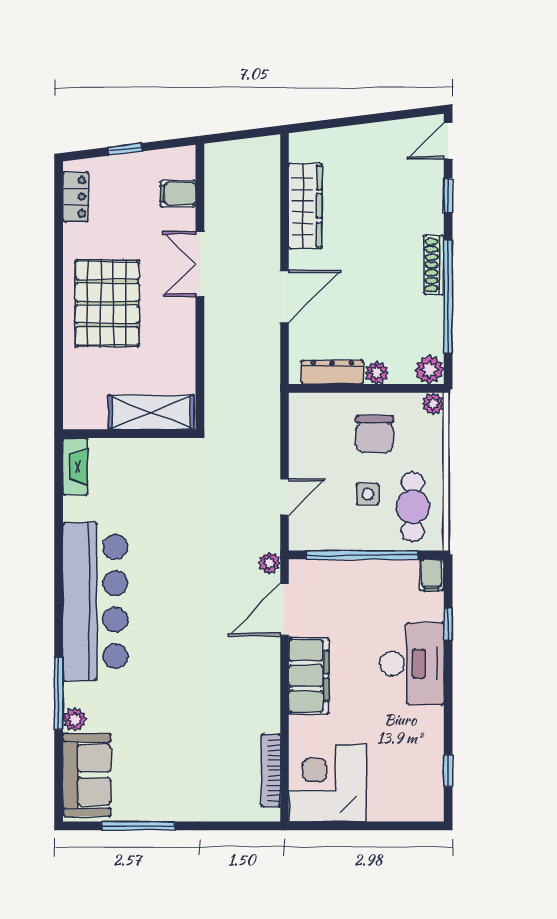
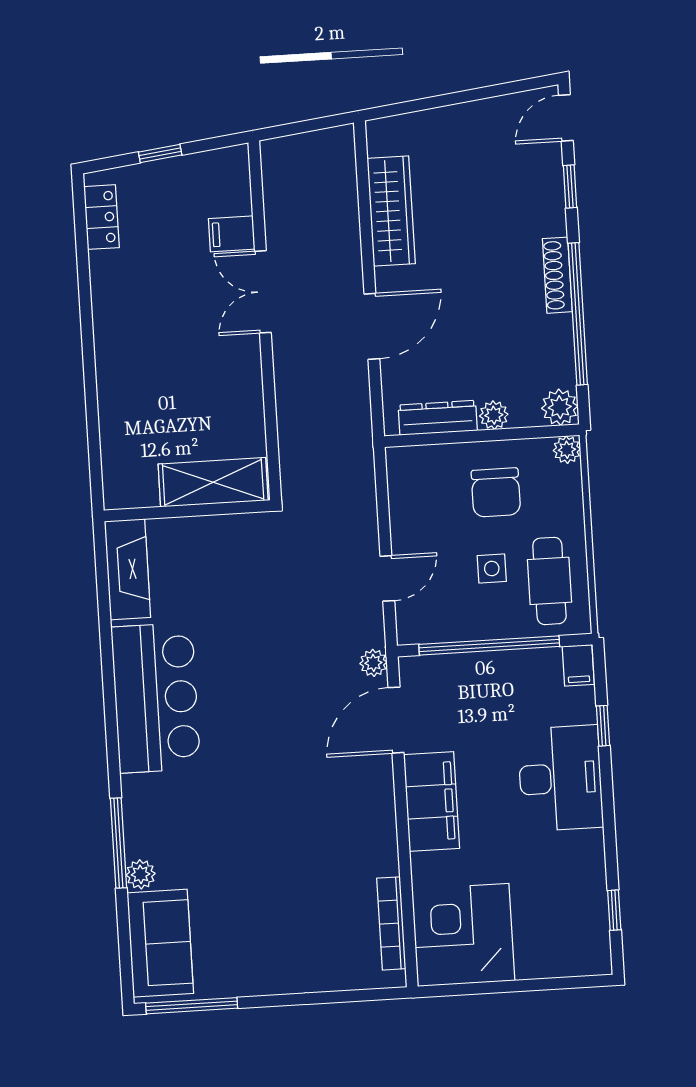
filing cabinet: (178, 194) -> (232, 234), moved
pallet: (107, 303) -> (149, 348), removed
fireplace: (75, 466) -> (127, 569), width x1.37, depth x1.32
bar counter: (95, 601) -> (156, 698), width x0.73
window: (138, 826) -> (192, 1006), moved

